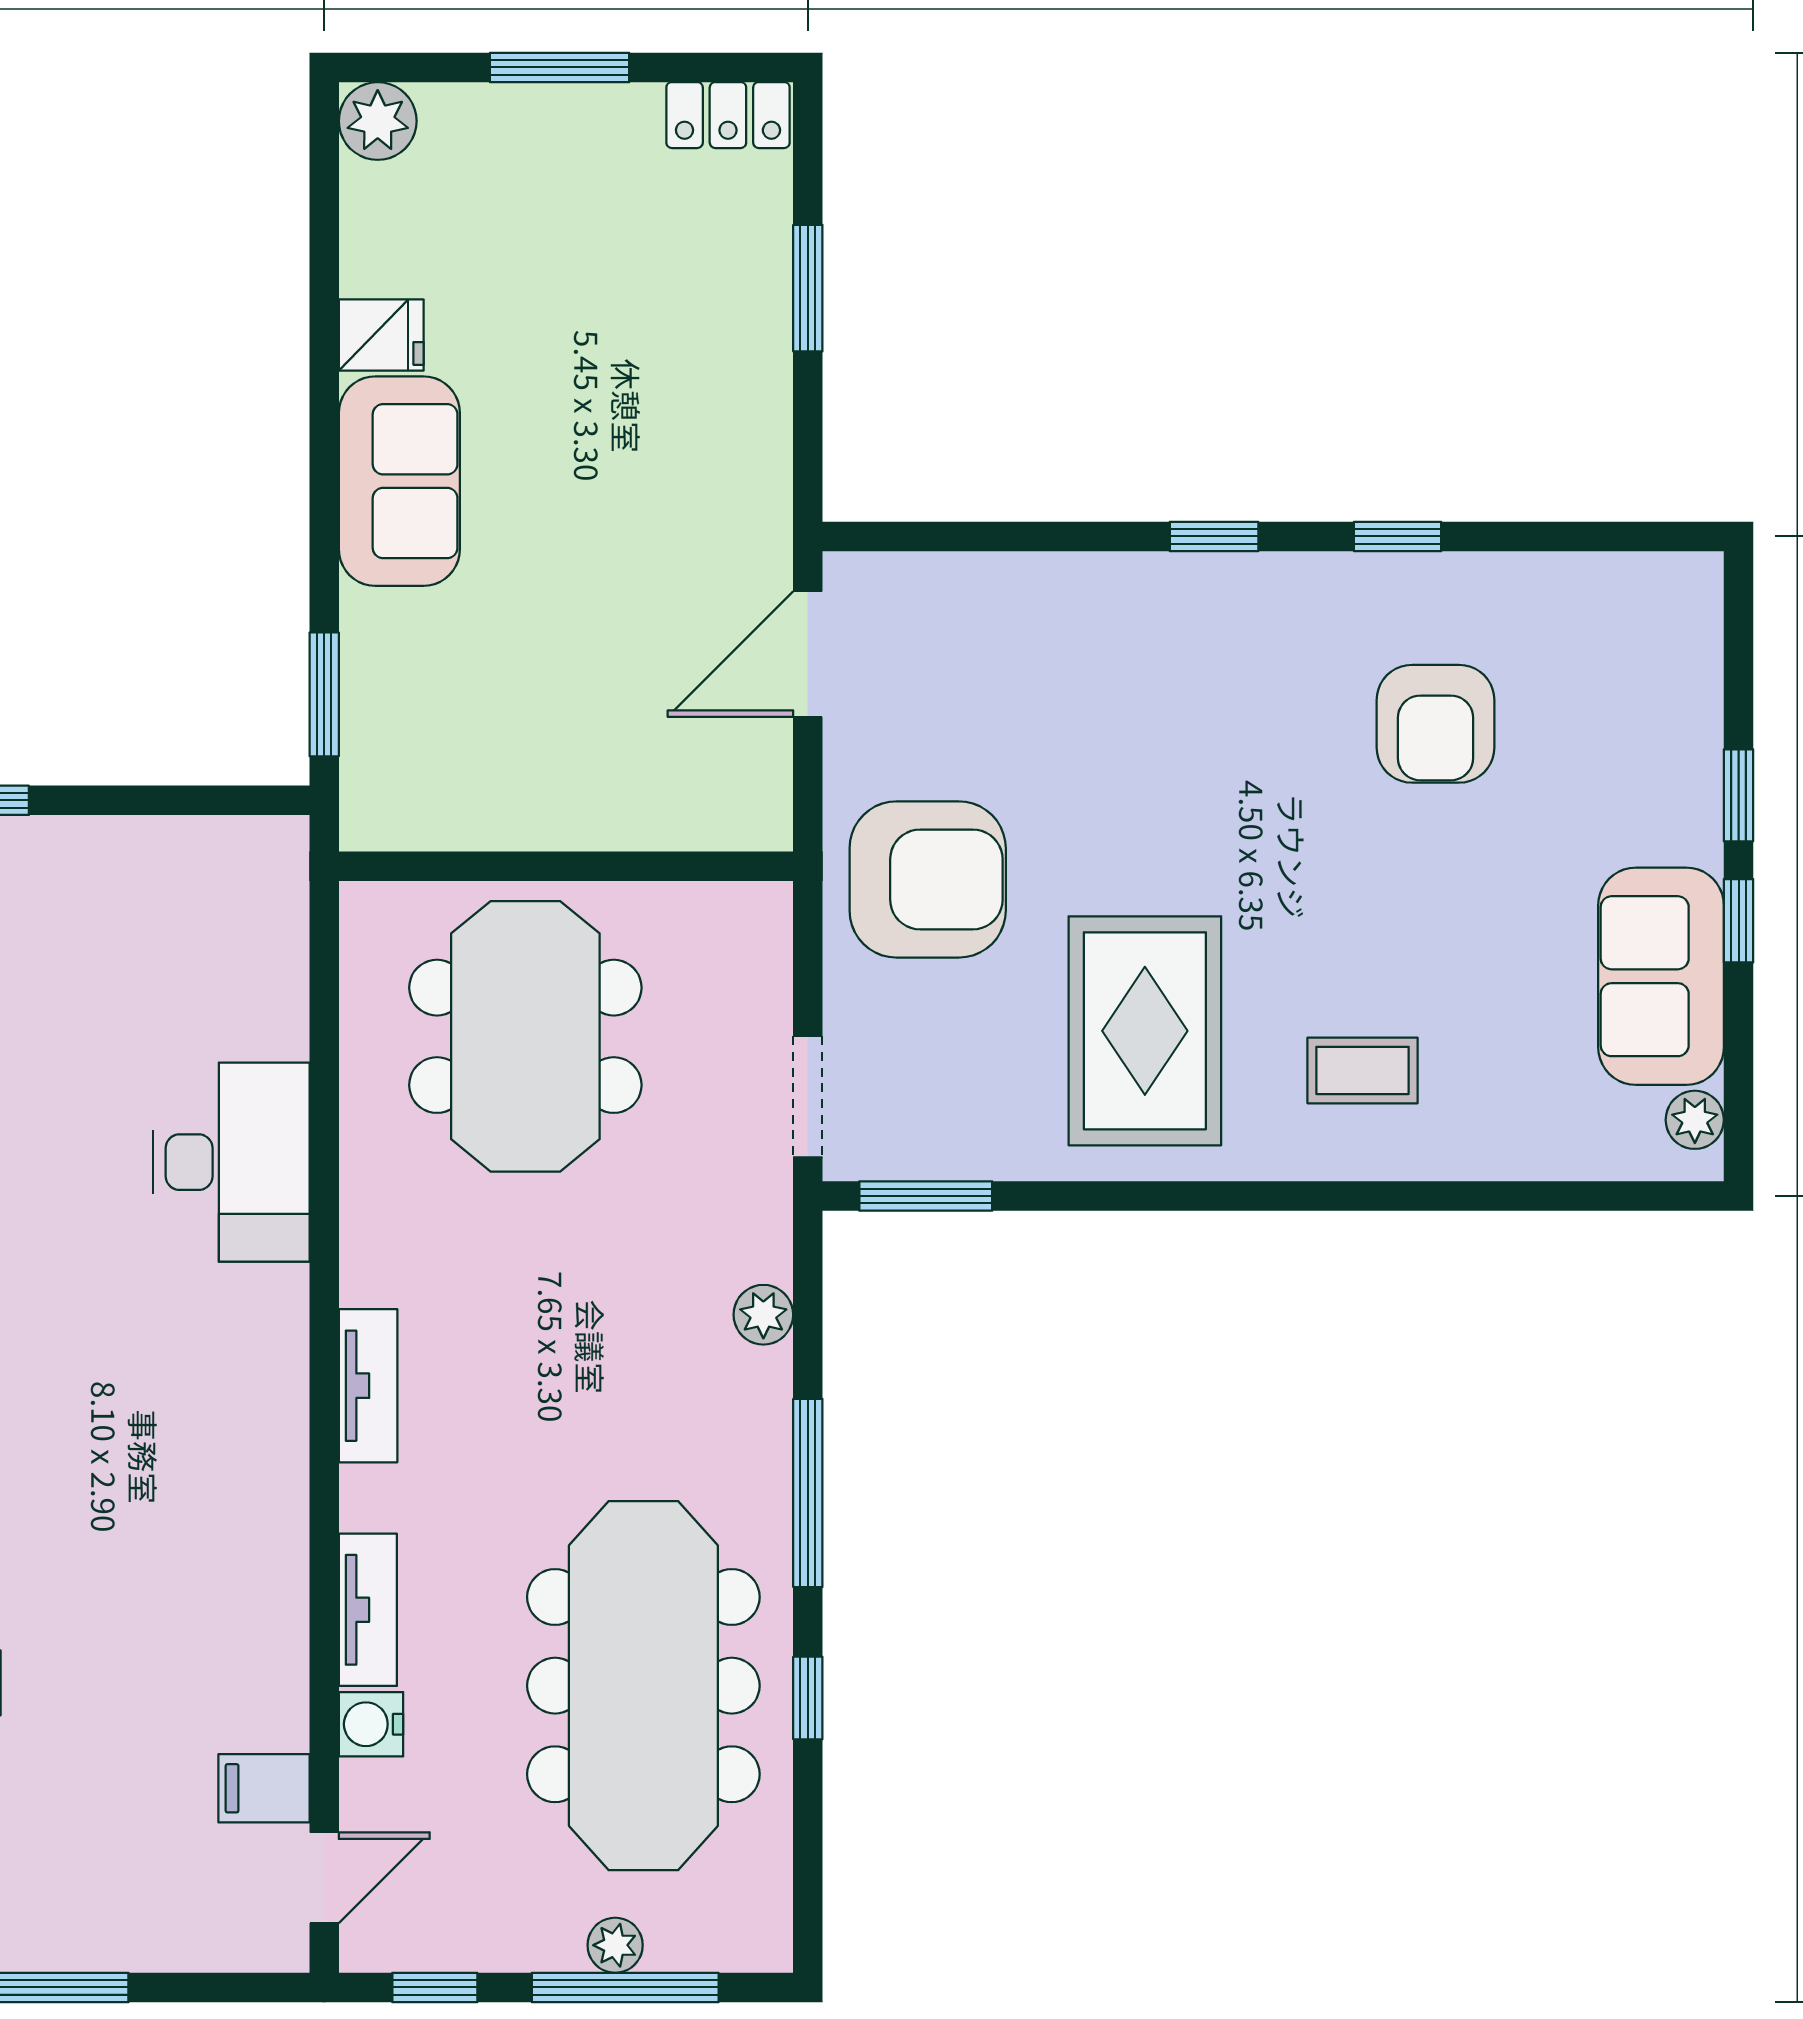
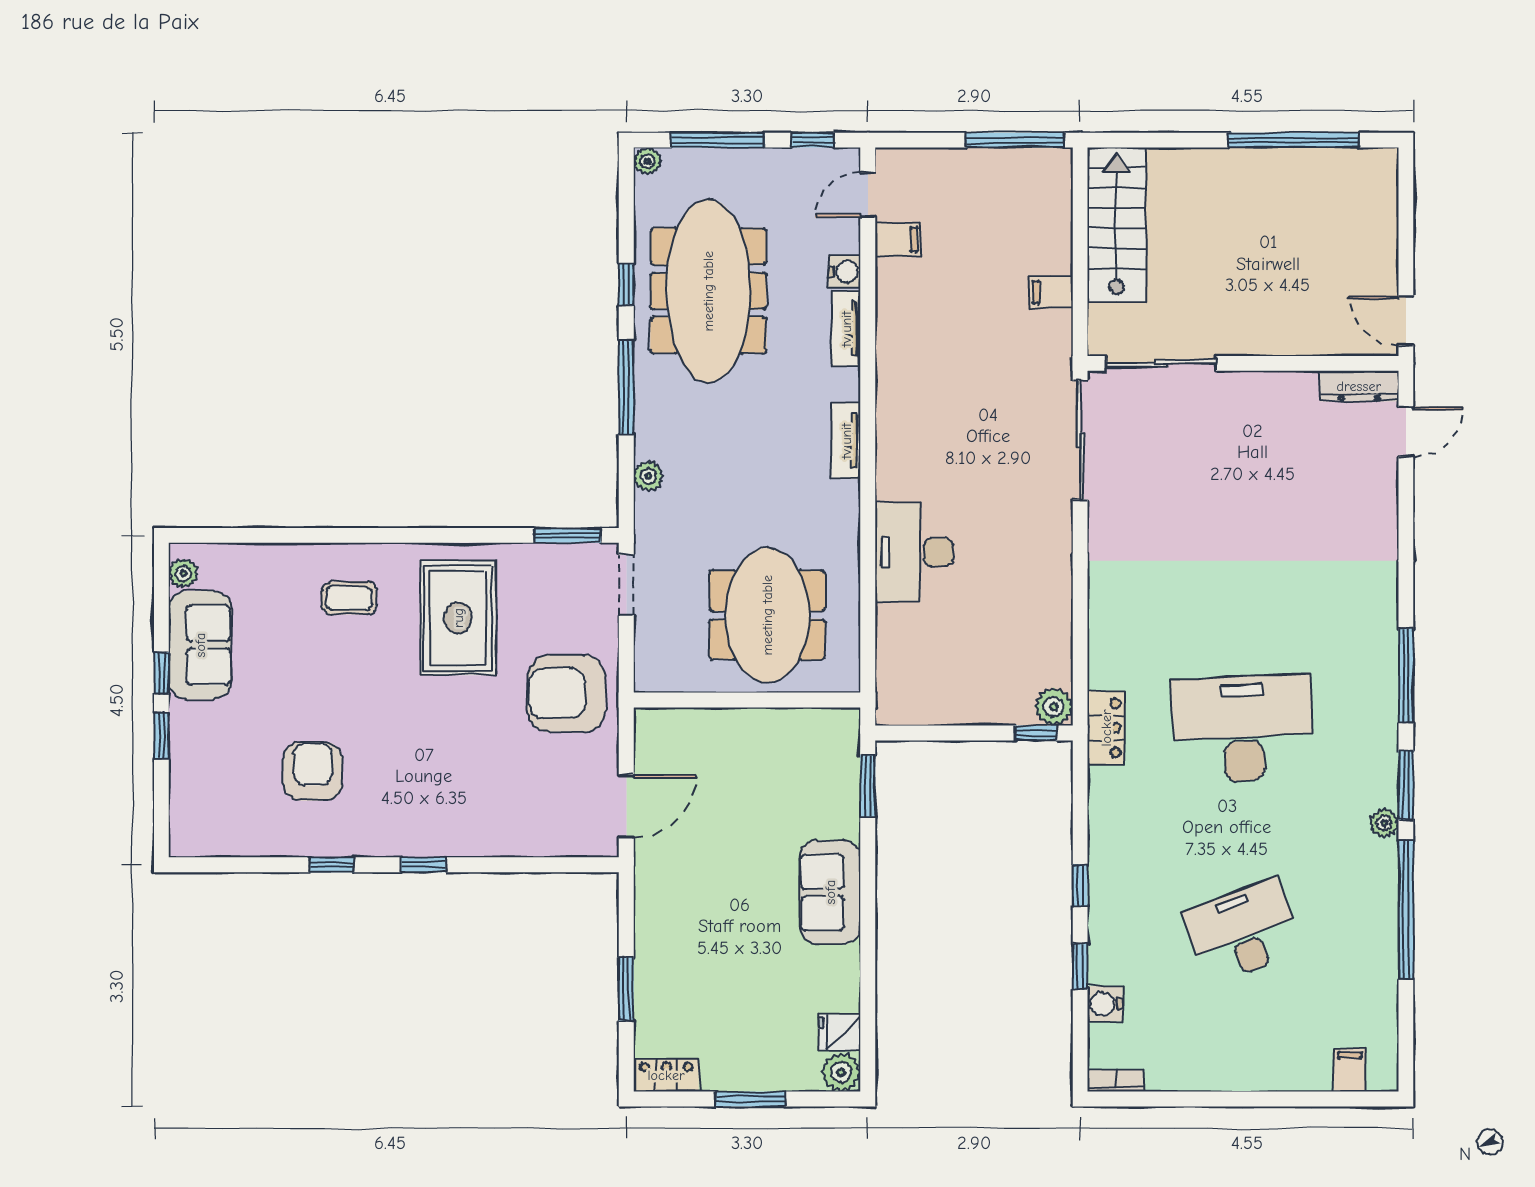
fridge: (381, 335) -> (839, 1032), moved
plant: (615, 1945) -> (647, 161), moved

